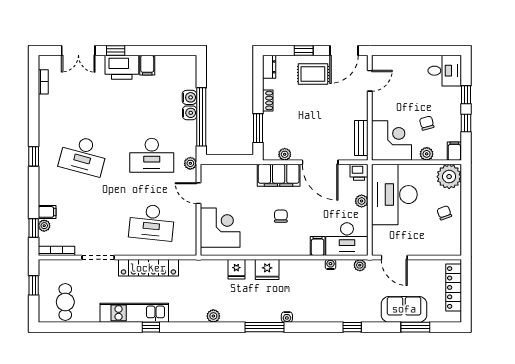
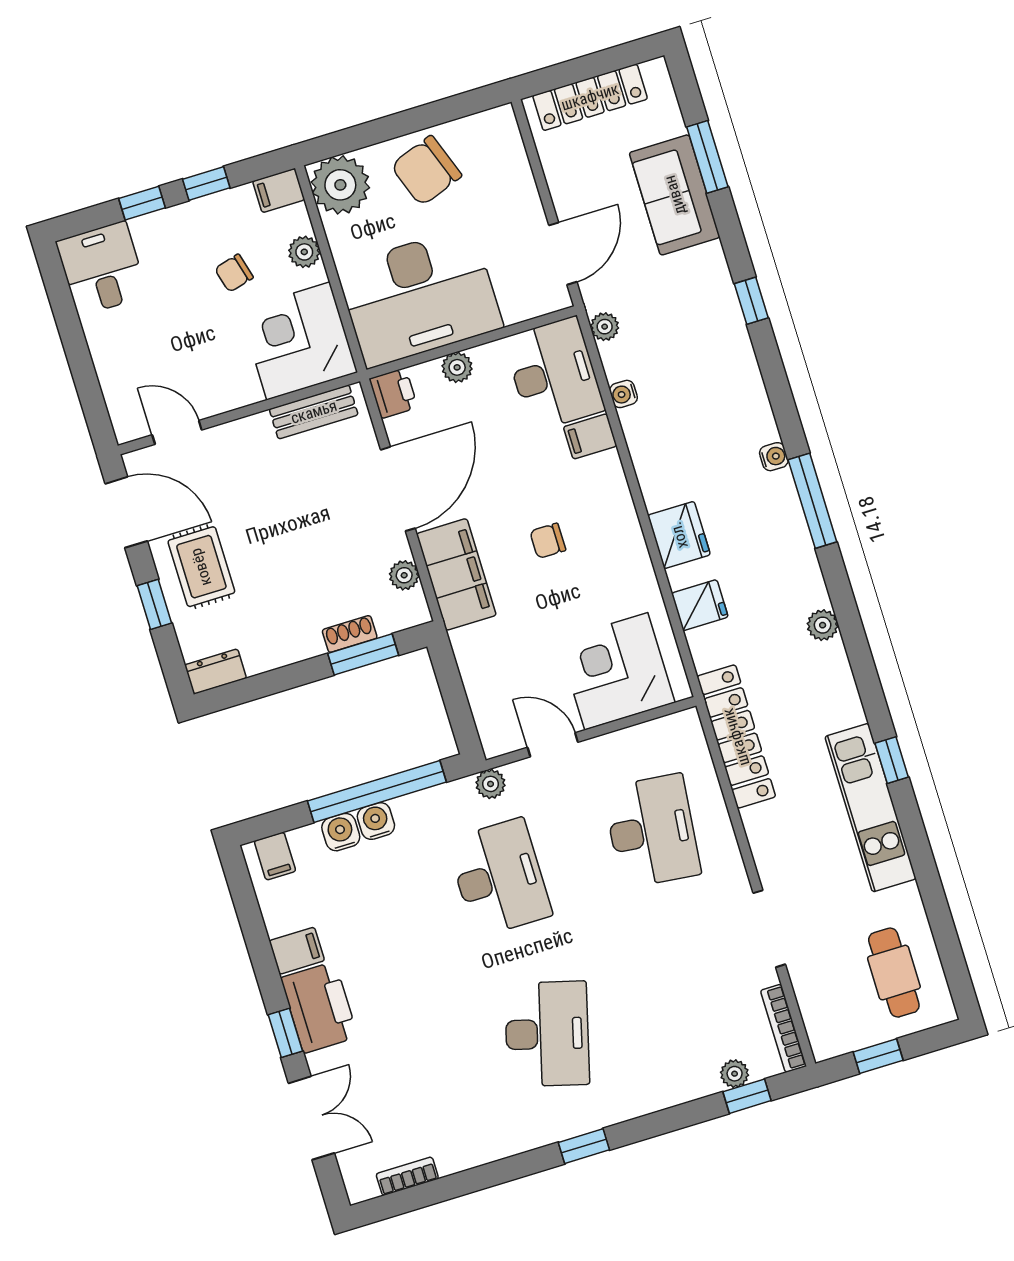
shoe rack: (268, 101) -> (350, 634), moved
door: (198, 193) -> (553, 745), swing flipped
filing cabinet: (47, 212) -> (275, 856), moved, turned 180
chair: (444, 213) -> (426, 171), width x1.87, depth x1.87
locker: (148, 268) -> (736, 737), moved
cafe table: (65, 302) -> (894, 973), turned 90

